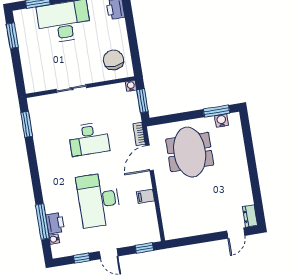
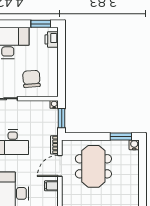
chair: (113, 60) -> (31, 79), moved
water cooler: (222, 121) -> (134, 145), moved
filing cabinet: (146, 196) -> (51, 186), moved

